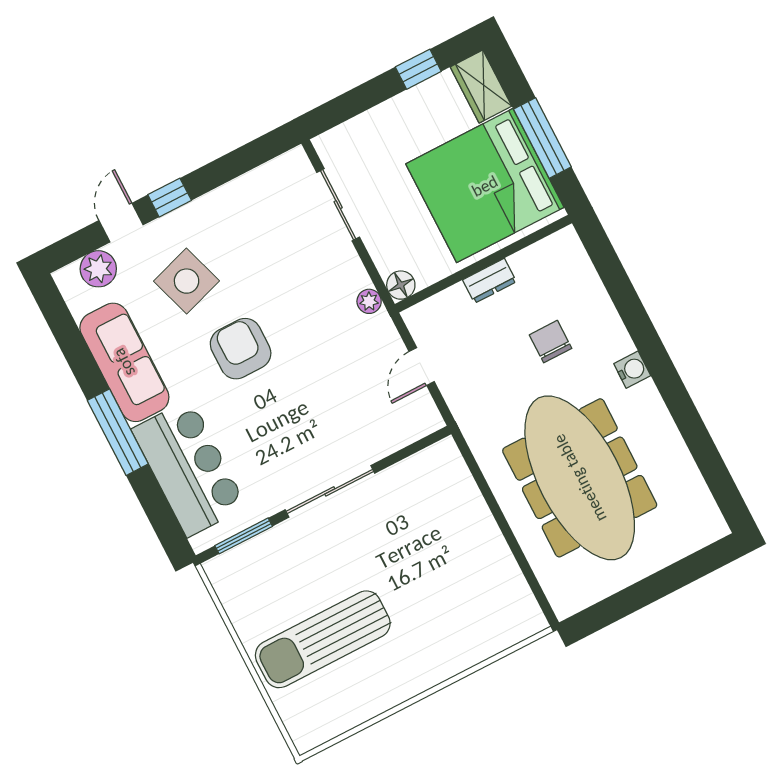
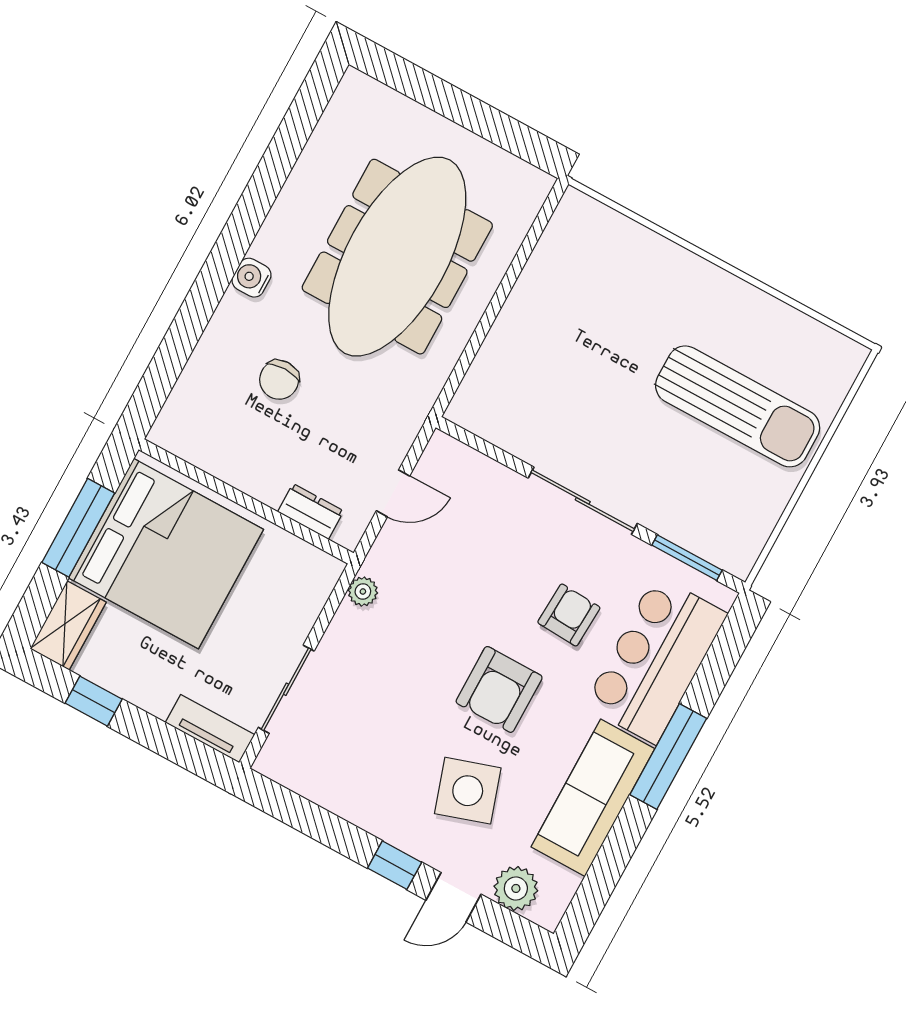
tv unit: (346, 135) -> (210, 729), added
dresser: (490, 281) -> (311, 511), moved
floor lamp: (401, 285) -> (325, 570), removed
armchair: (259, 430) -> (569, 615), added

